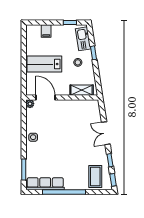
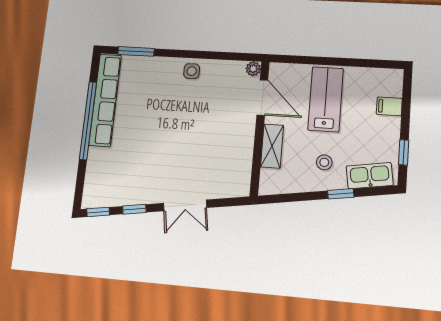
shelving: (82, 90) -> (272, 146), moved
door: (45, 97) -> (262, 97), hinge flipped
double door: (106, 133) -> (185, 205), swing flipped
coffee table: (95, 177) -> (108, 179), removed
row of seats: (45, 184) -> (105, 100), width x1.36

